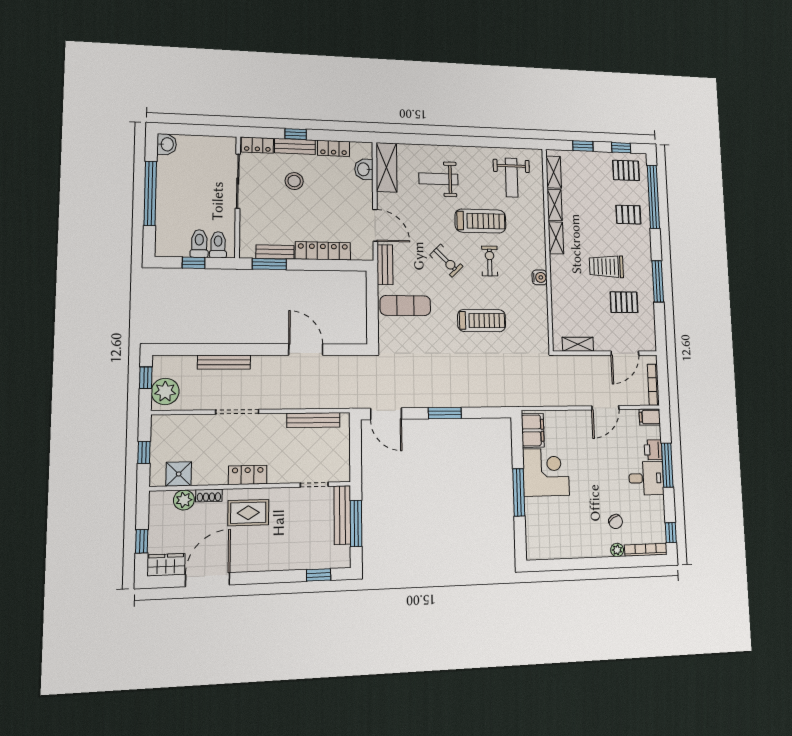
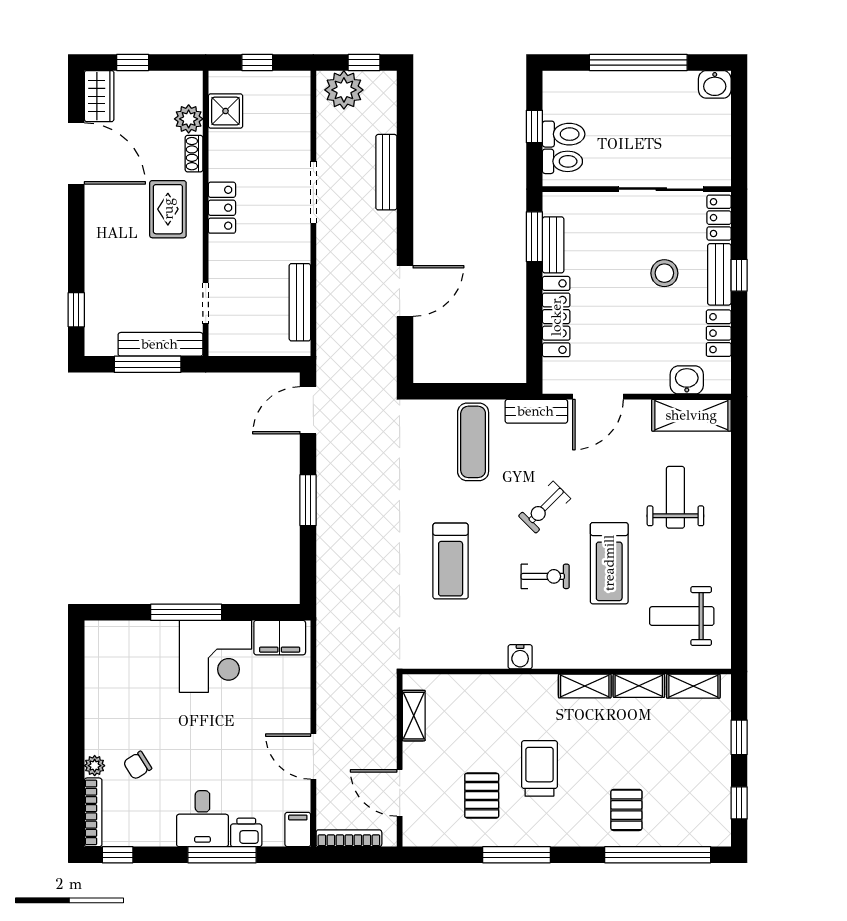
pallet: (626, 170) -> (701, 810), removed

